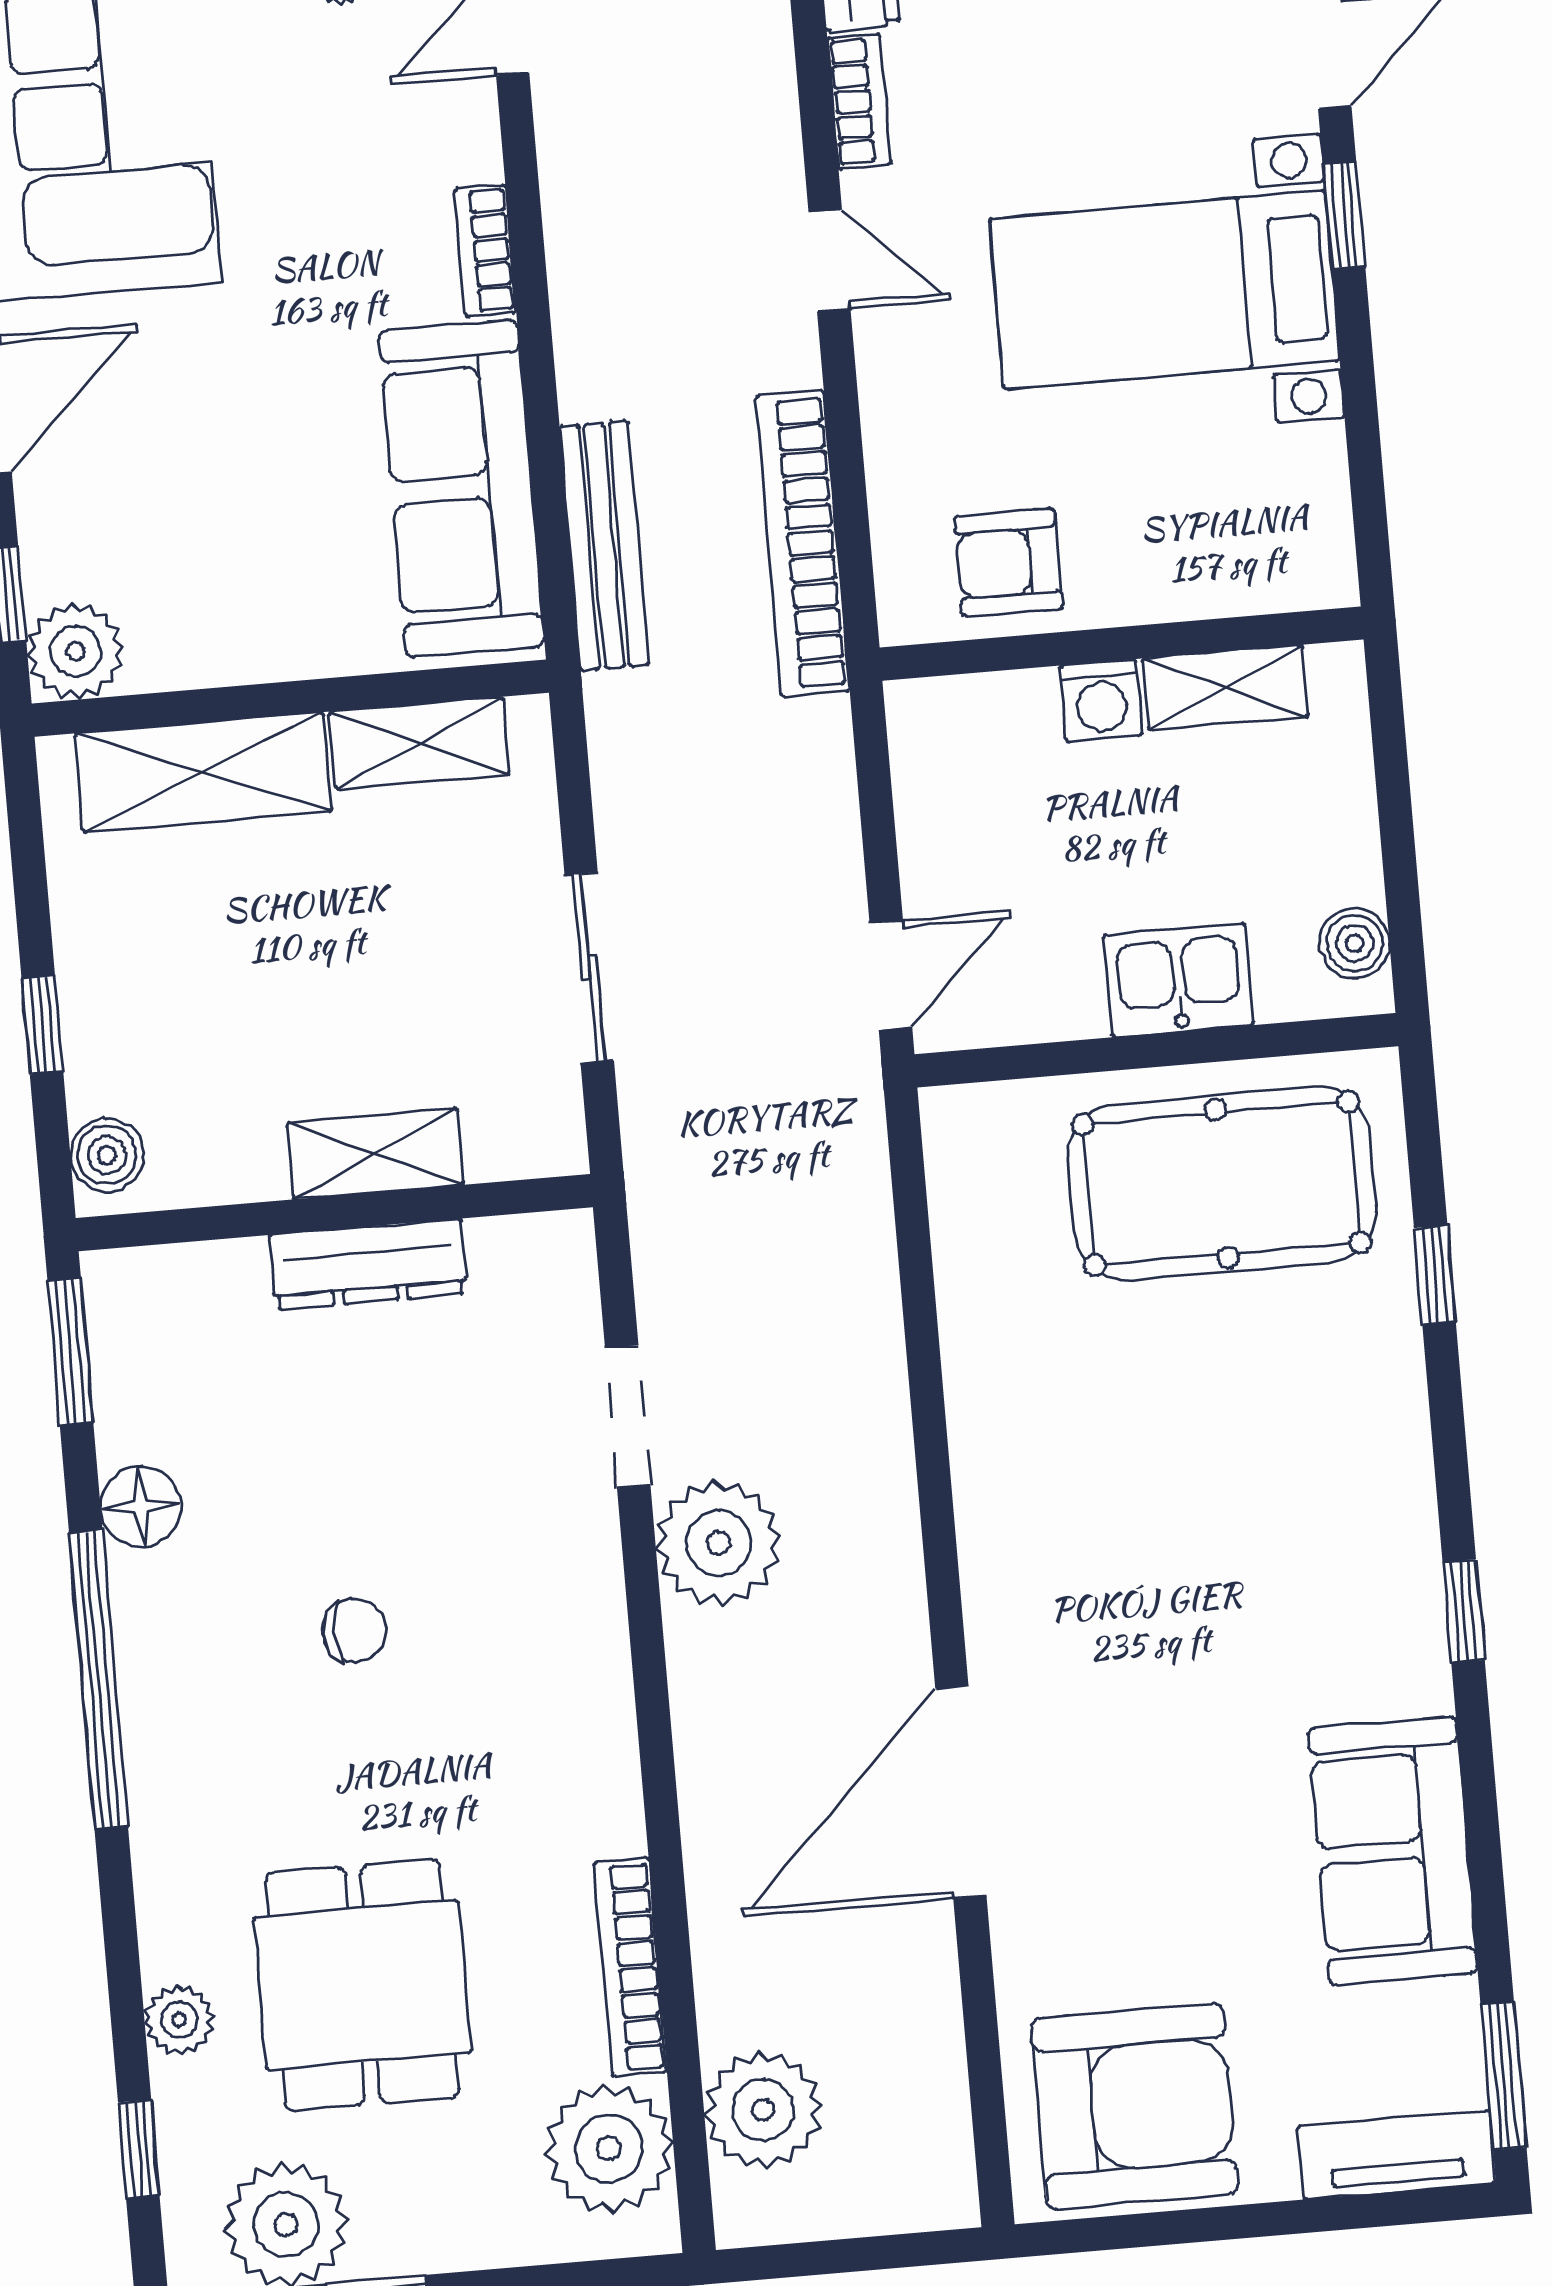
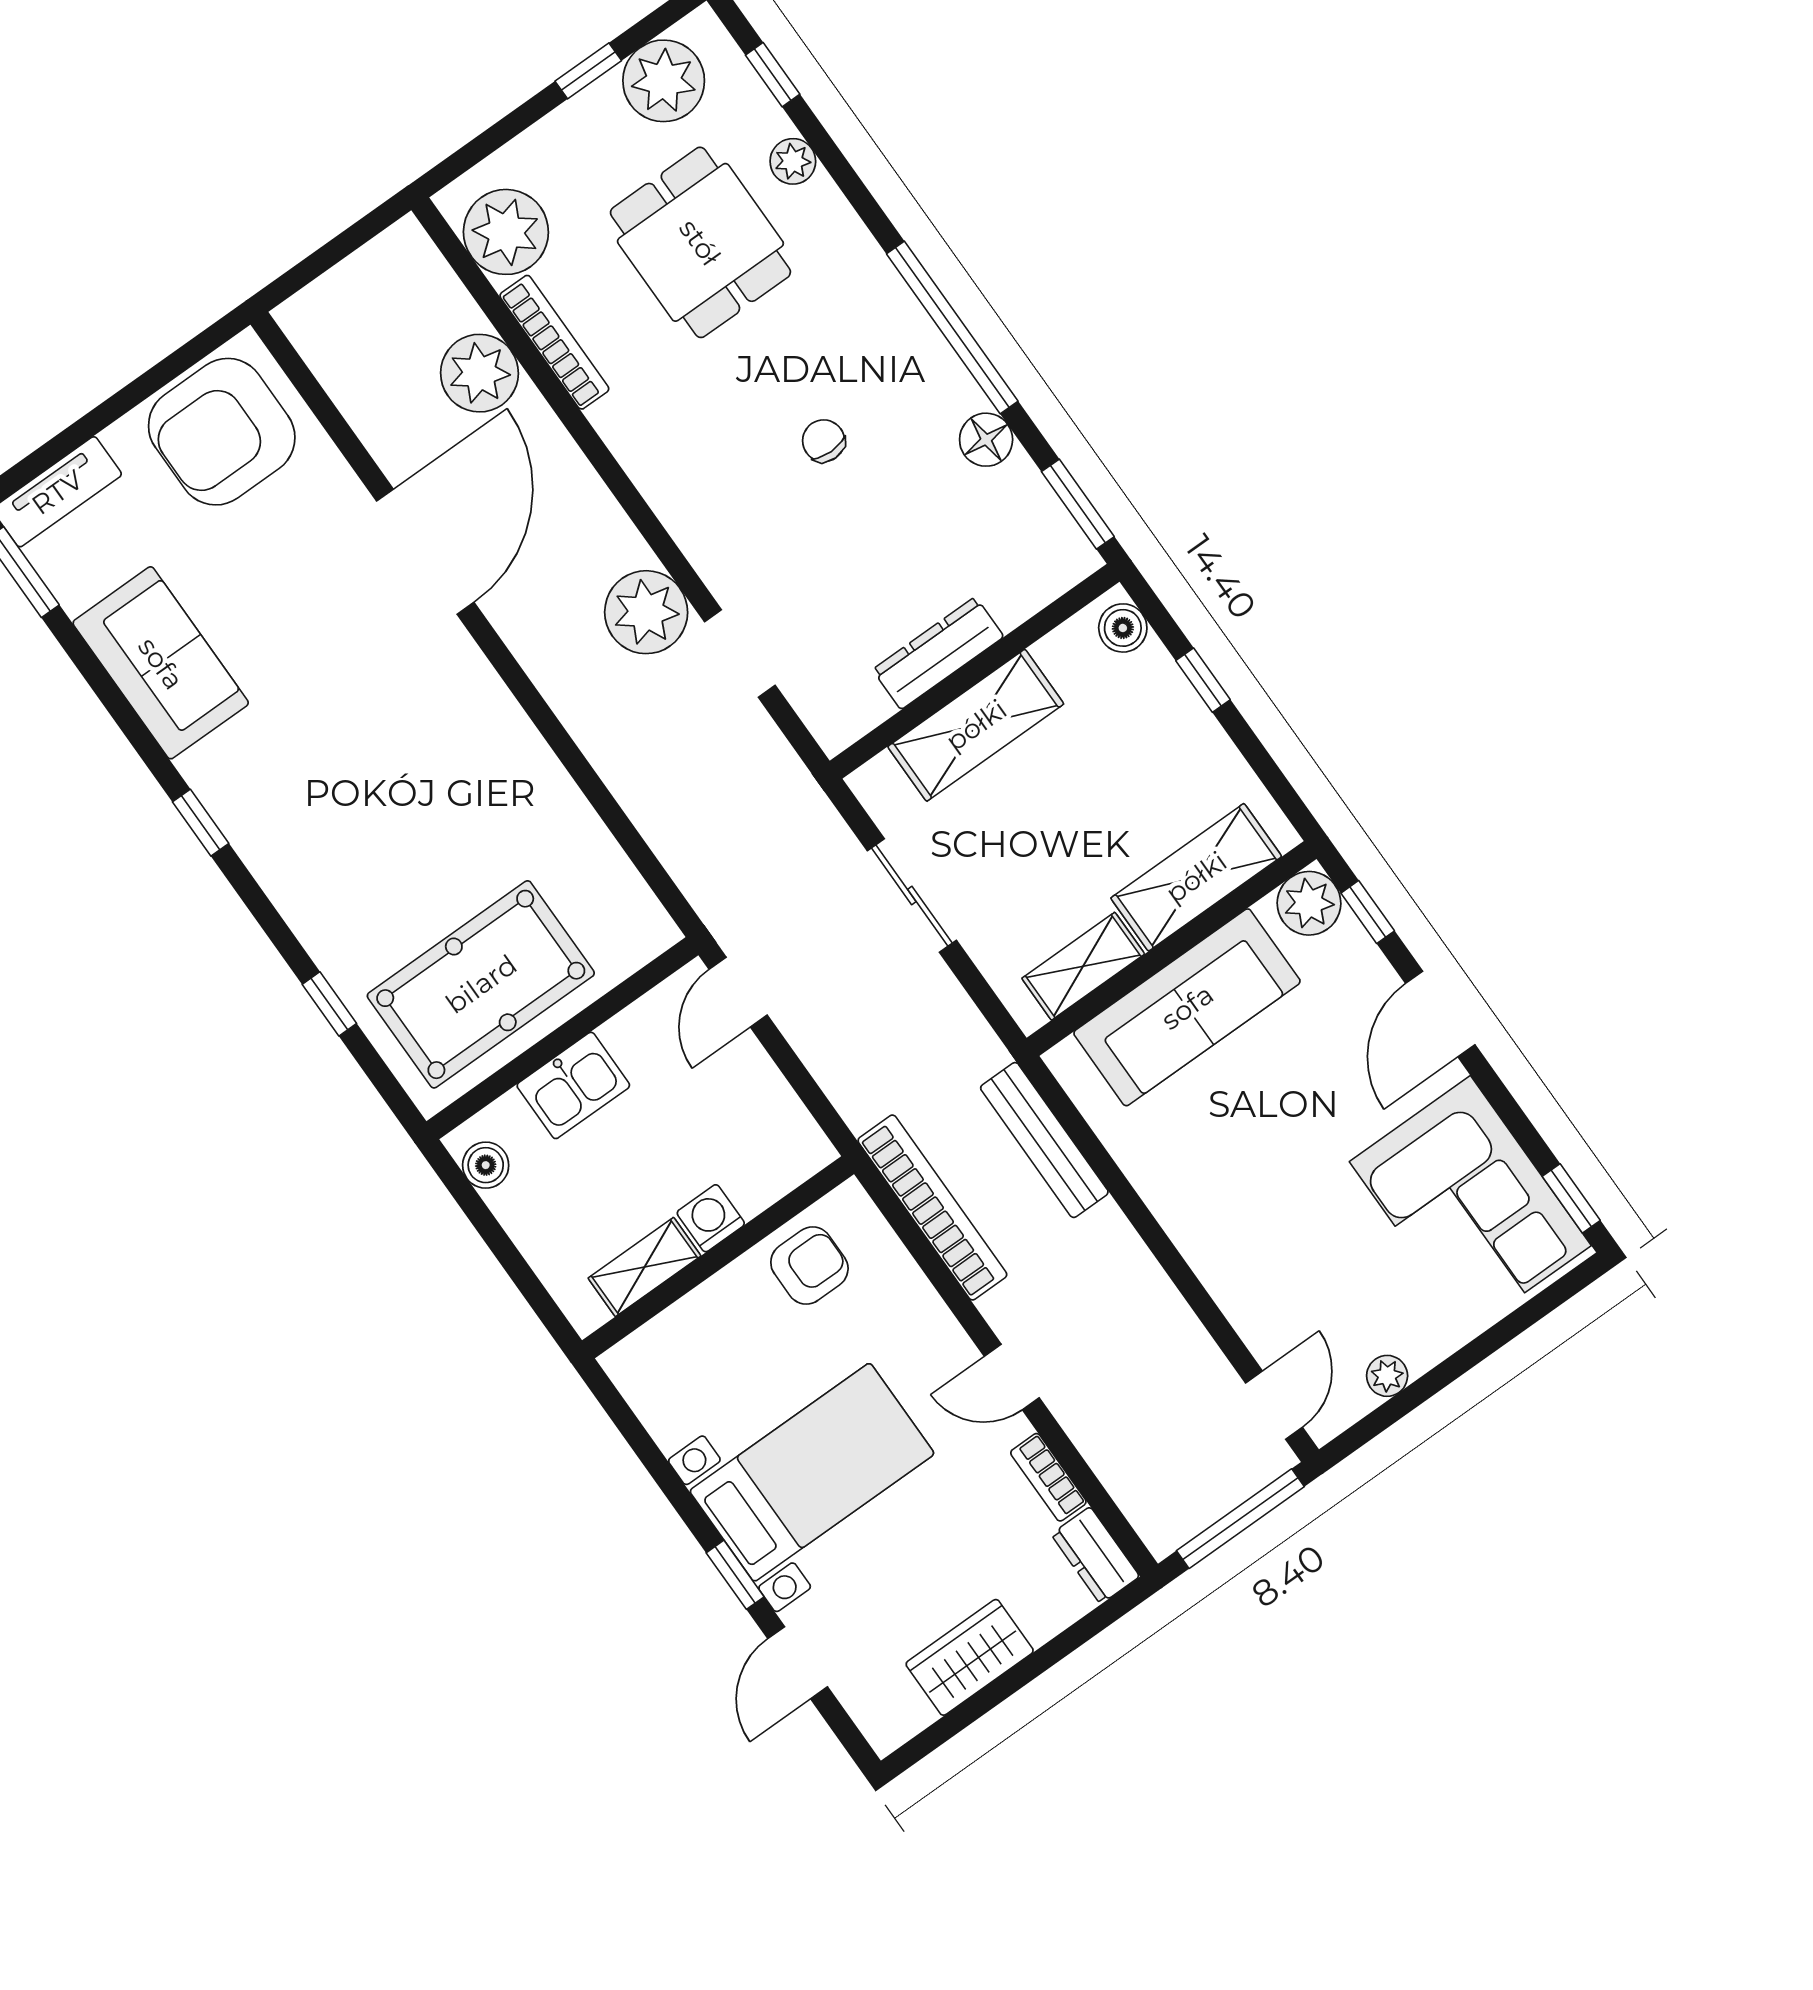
bookcase: (485, 251) -> (1210, 1268), removed
sofa: (461, 488) -> (1187, 1007), moved, turned 90
shelving: (375, 1154) -> (976, 725), width x1.50, depth x1.33
chair: (354, 1631) -> (824, 441), turned 90
plant: (763, 2110) -> (480, 373), moved

